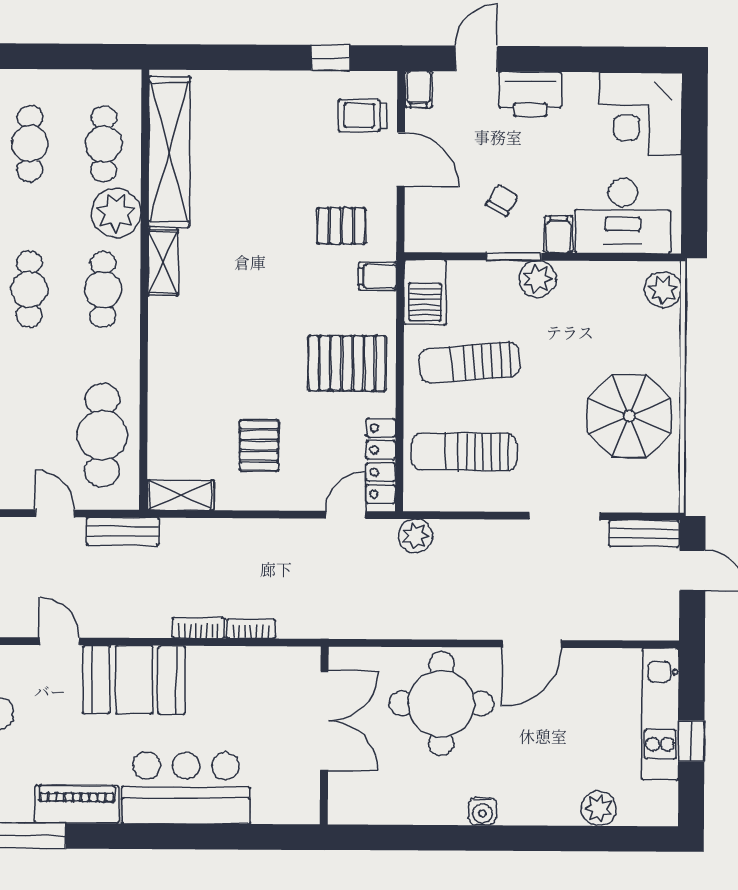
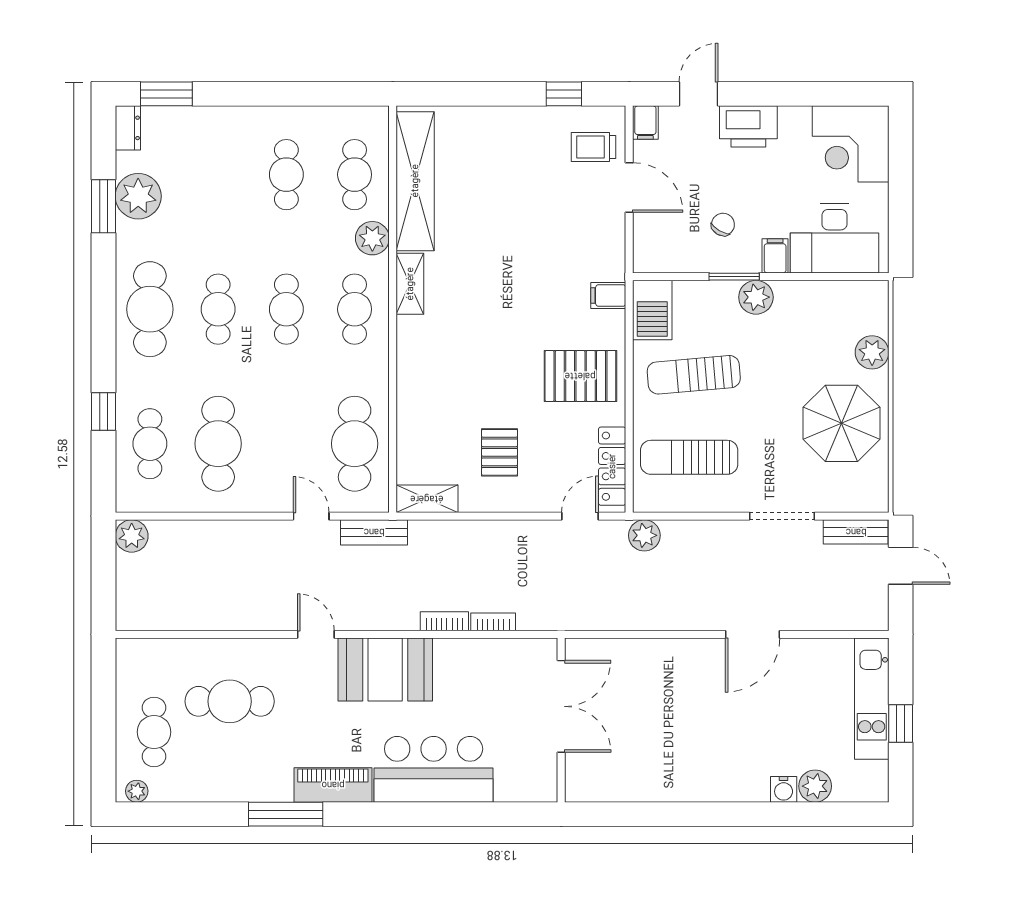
plant: (116, 213) -> (372, 238), width x0.73, depth x0.73
pallet: (341, 226) -> (575, 249), removed
plant: (663, 290) -> (872, 352), moved
round table: (441, 704) -> (669, 690), removed
water cooler: (482, 811) -> (784, 789), moved

